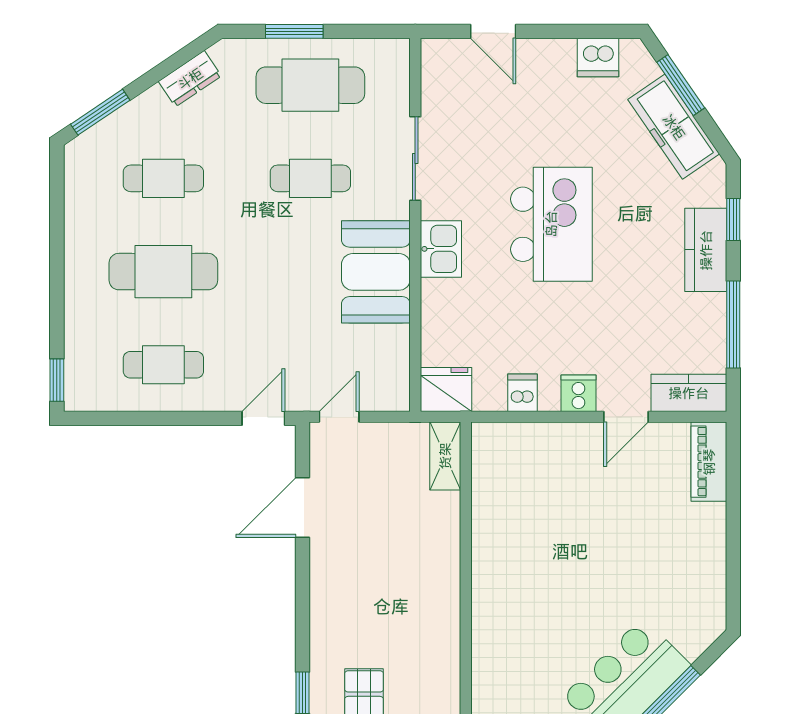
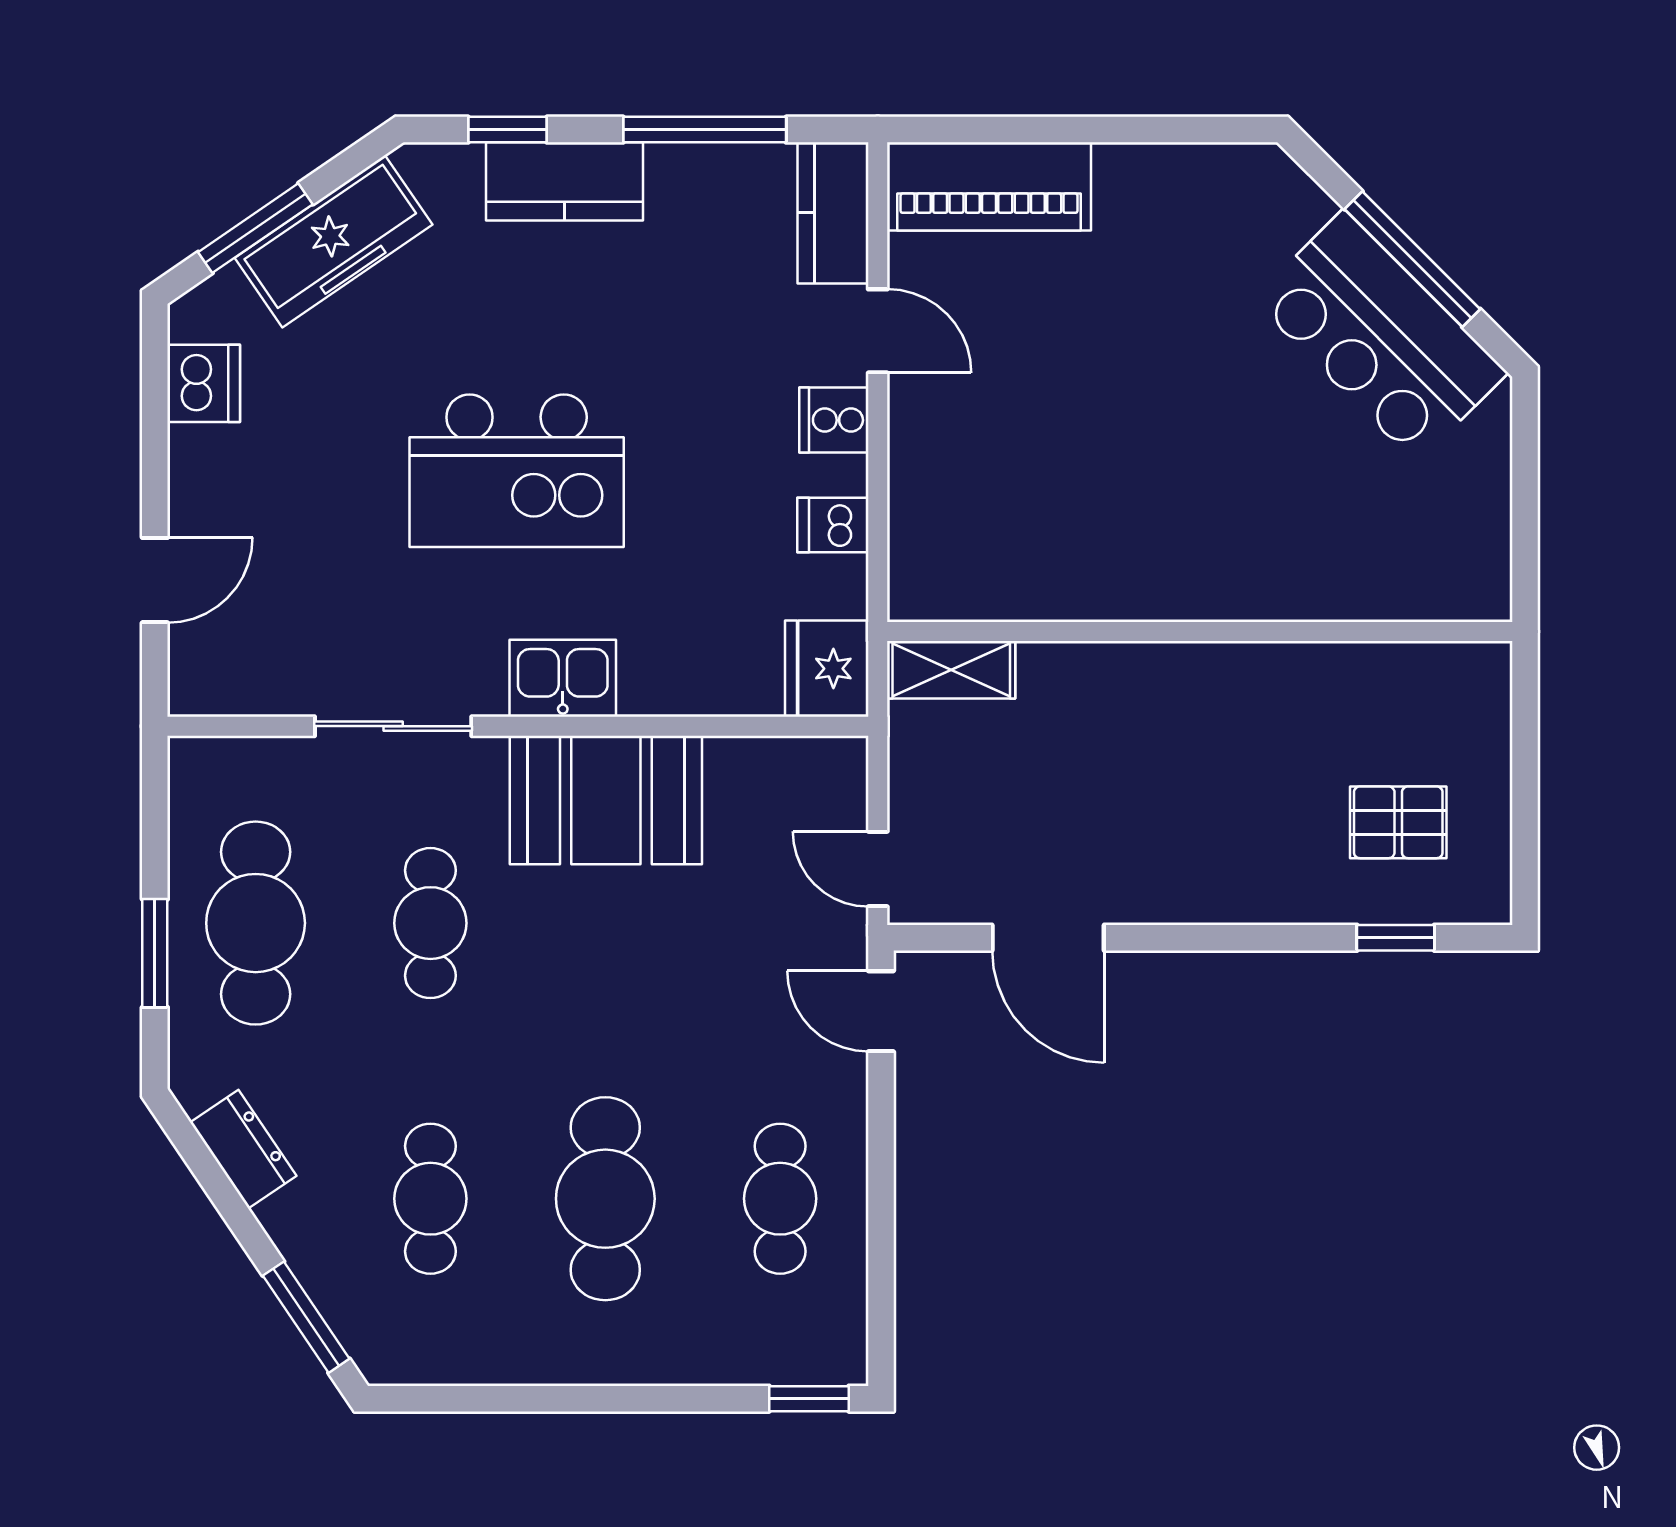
kitchen island: (551, 224) -> (517, 471), turned 180
piano: (709, 462) -> (989, 186), width x1.37, depth x1.33

